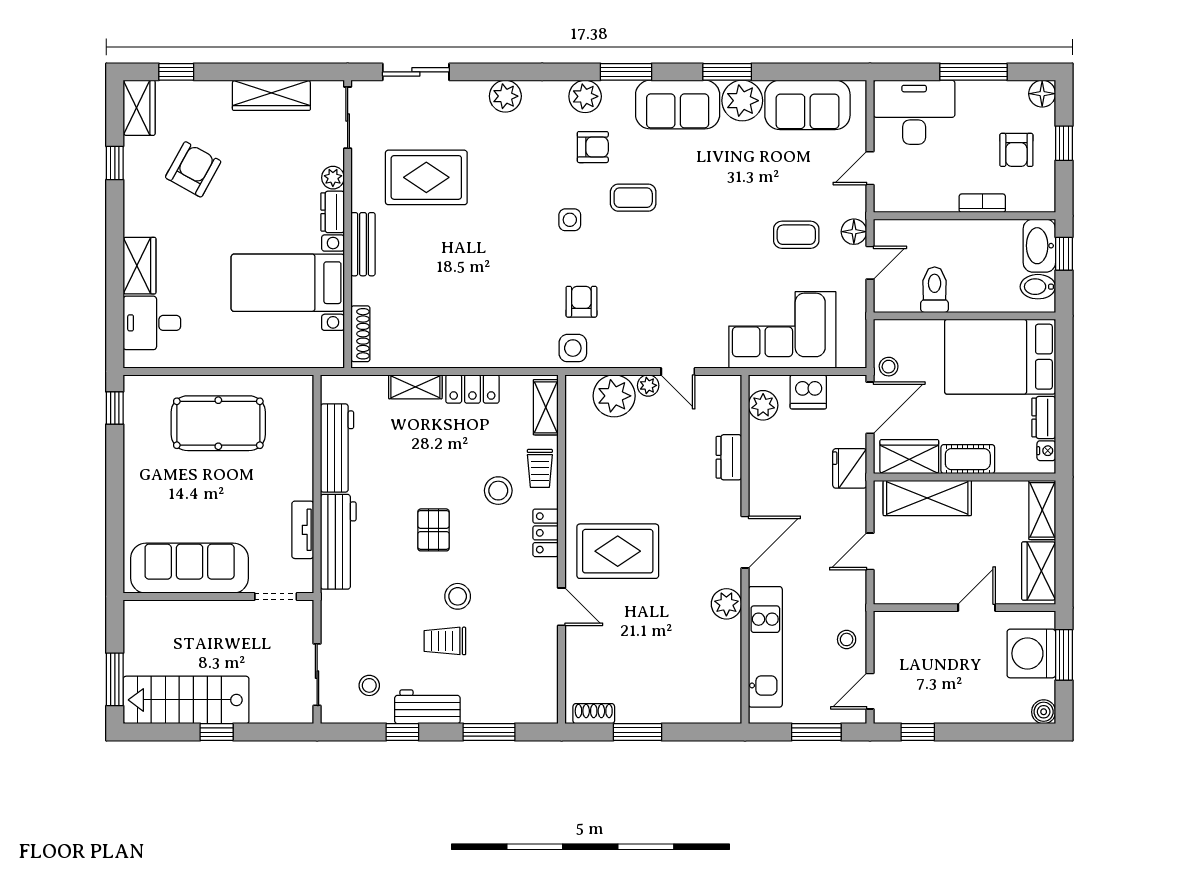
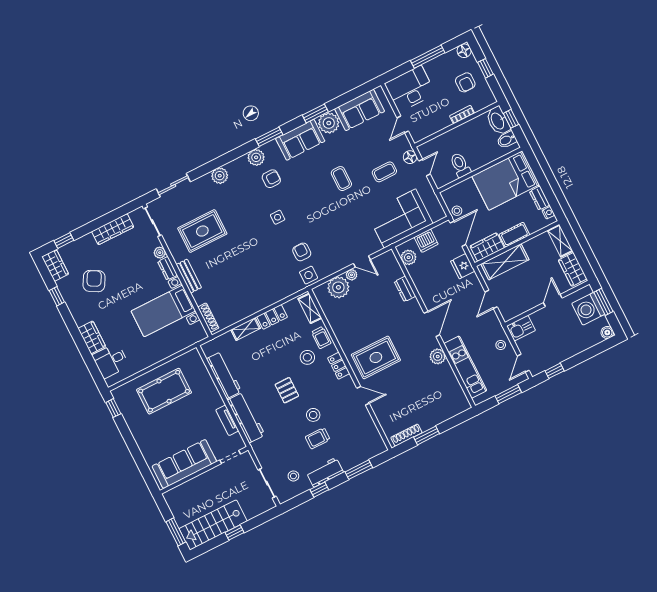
coffee table: (633, 198) -> (341, 179), moved, turned 90
kitchen sink: (897, 628) -> (521, 328), added
shoe rack: (594, 714) -> (406, 435), width x1.43

